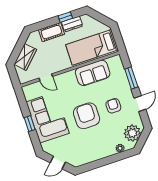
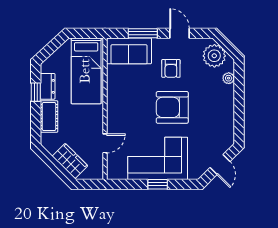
sofa: (93, 73) -> (129, 51), moved, turned 90
armchair: (113, 106) -> (171, 68), turned -90

